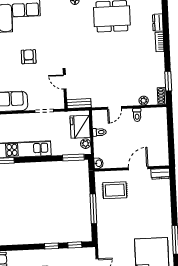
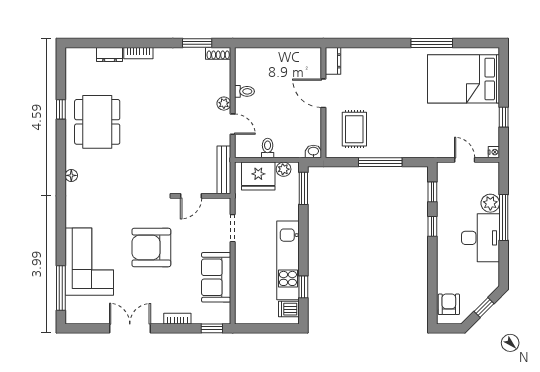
armchair: (29, 57) -> (151, 247), width x1.88, depth x1.88
plant: (144, 101) -> (224, 104), moved
bench: (79, 104) -> (224, 170), width x1.36

